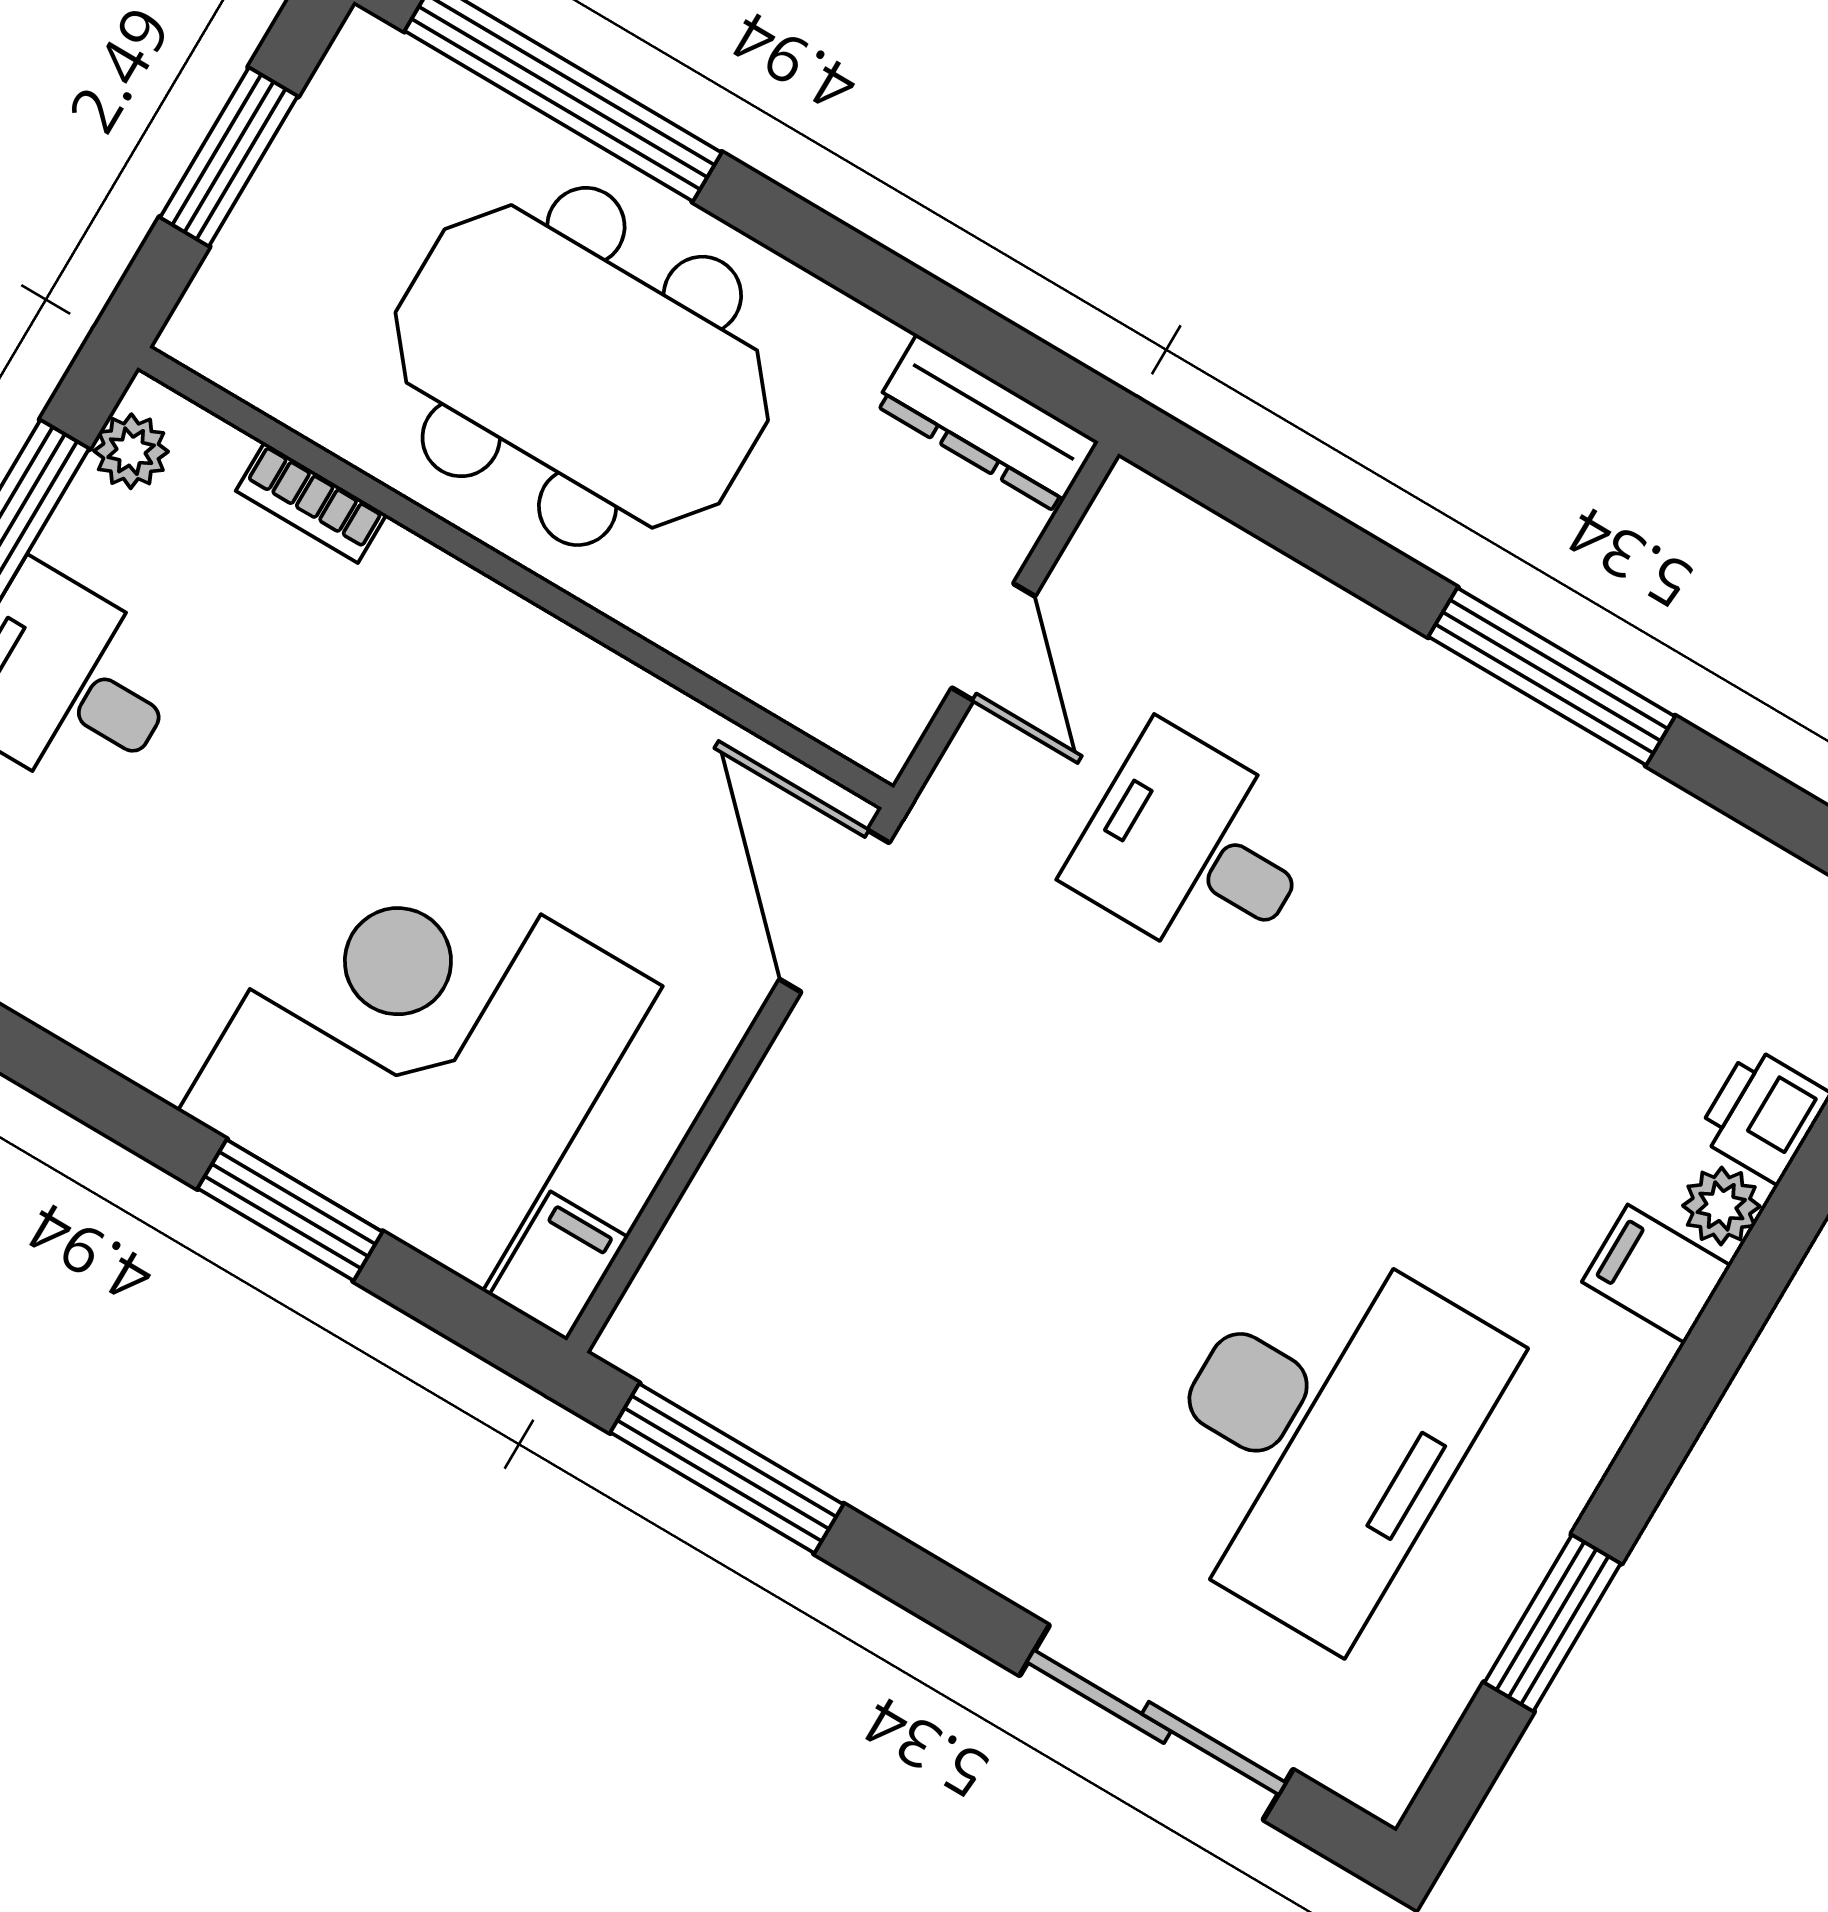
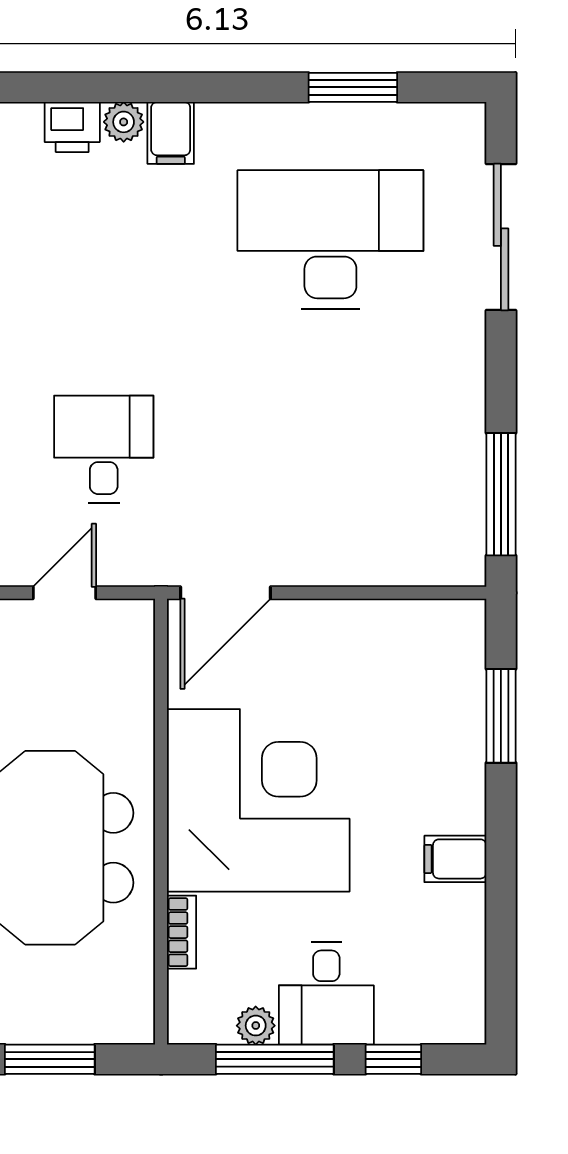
plant: (131, 451) -> (256, 1026), moved
desk: (1195, 850) -> (104, 449), turned 180
corner desk: (420, 1048) -> (258, 800), moved, turned 180
window: (290, 1210) -> (501, 716), moved
filing cabinet: (559, 1266) -> (455, 859), moved

